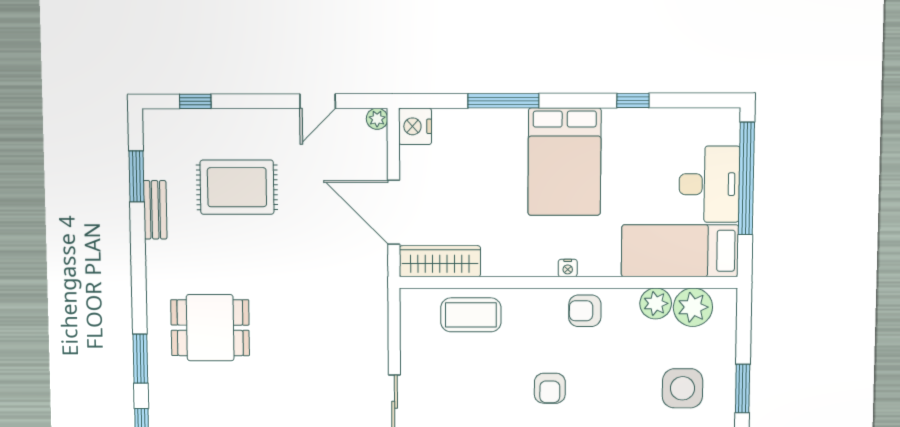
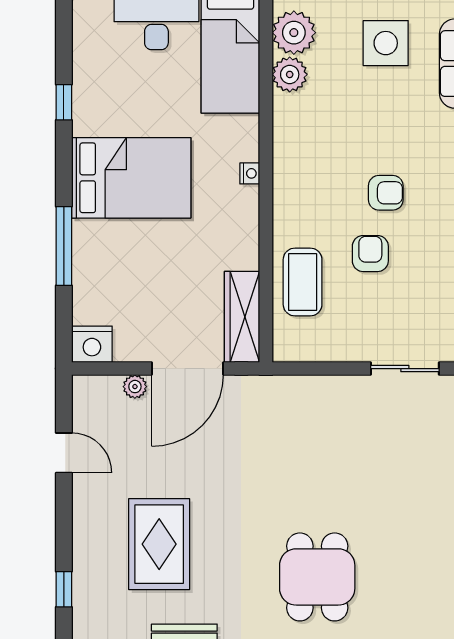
plant: (377, 119) -> (135, 387), moved
armchair: (585, 311) -> (370, 254), moved, turned 180

